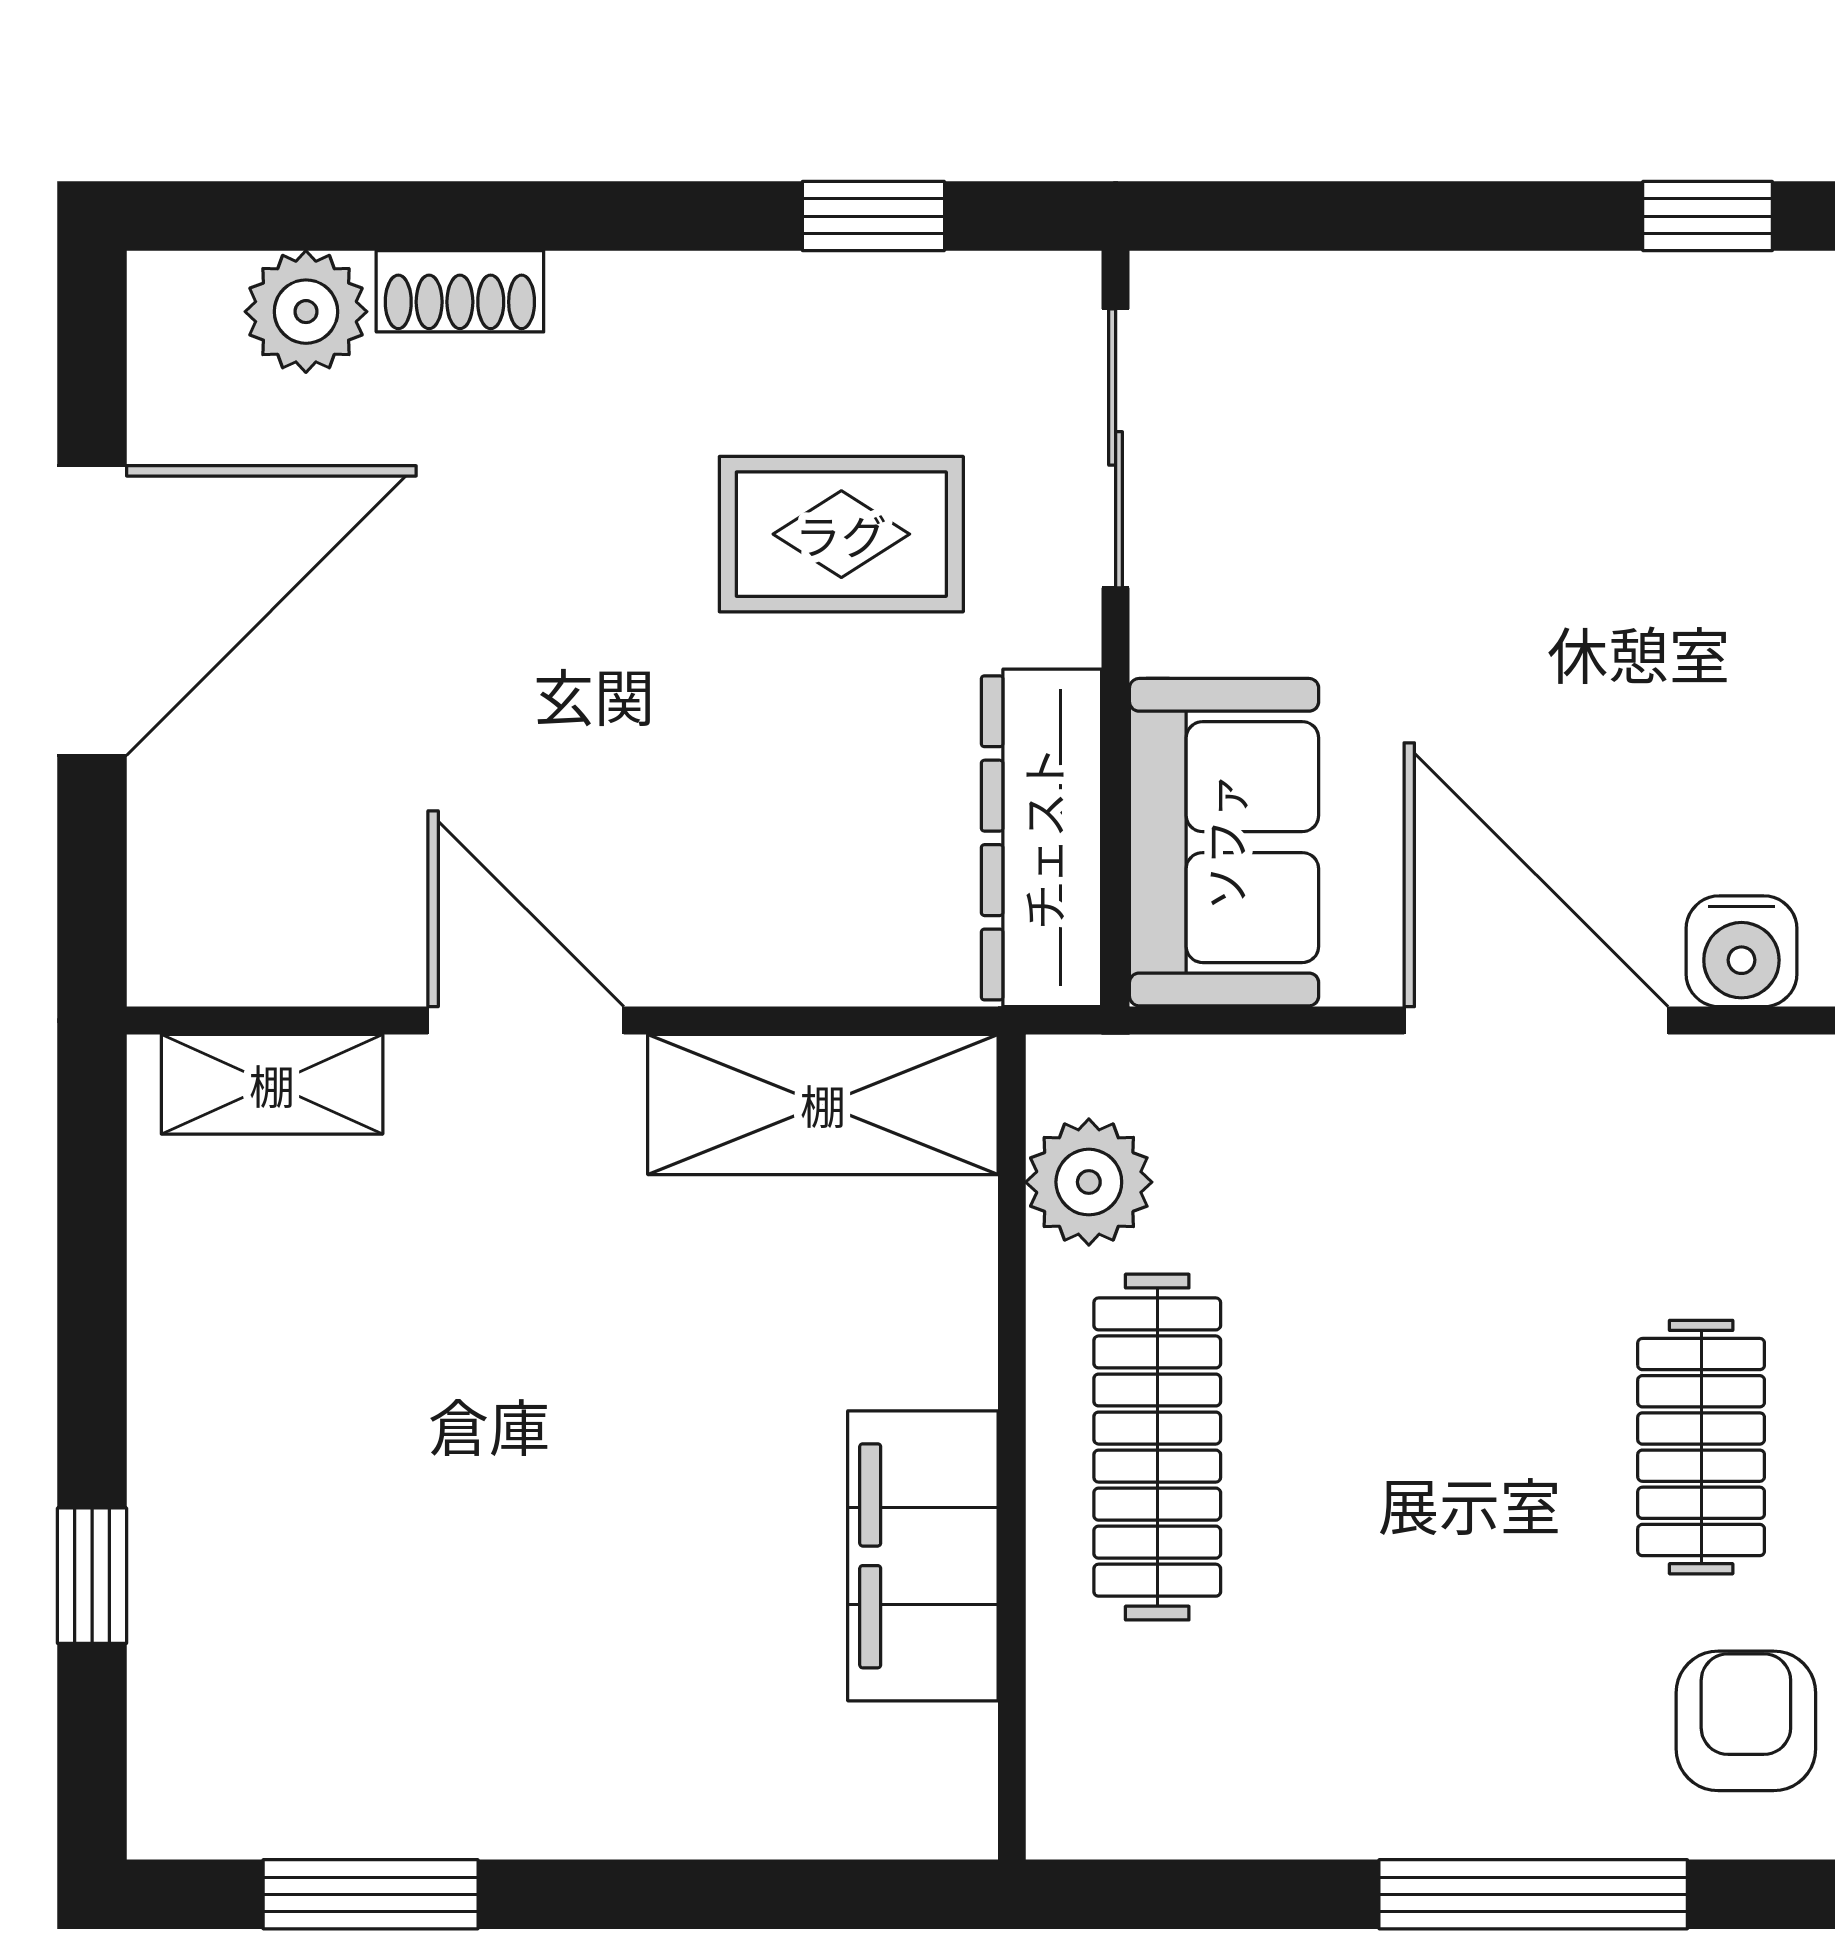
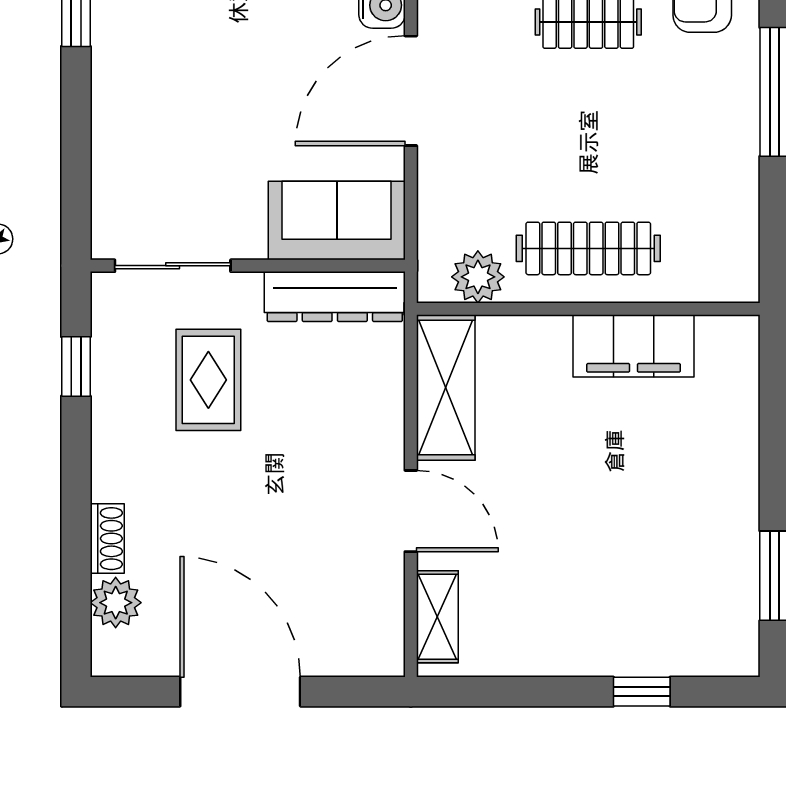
door: (526, 1021) -> (411, 511), swing flipped

